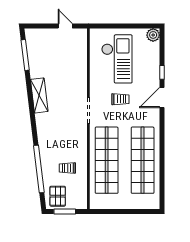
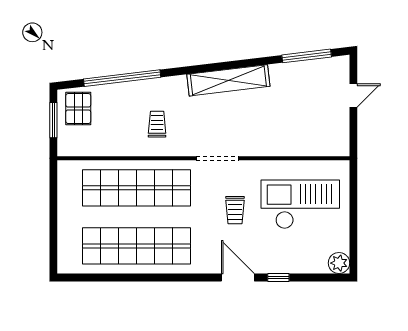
door: (65, 26) -> (353, 96), moved
checkout: (117, 59) -> (300, 204), turned 180
shelving: (39, 95) -> (228, 80), width x1.47
trolley: (67, 168) -> (157, 124), moved
pallet: (58, 196) -> (78, 109), turned 90

